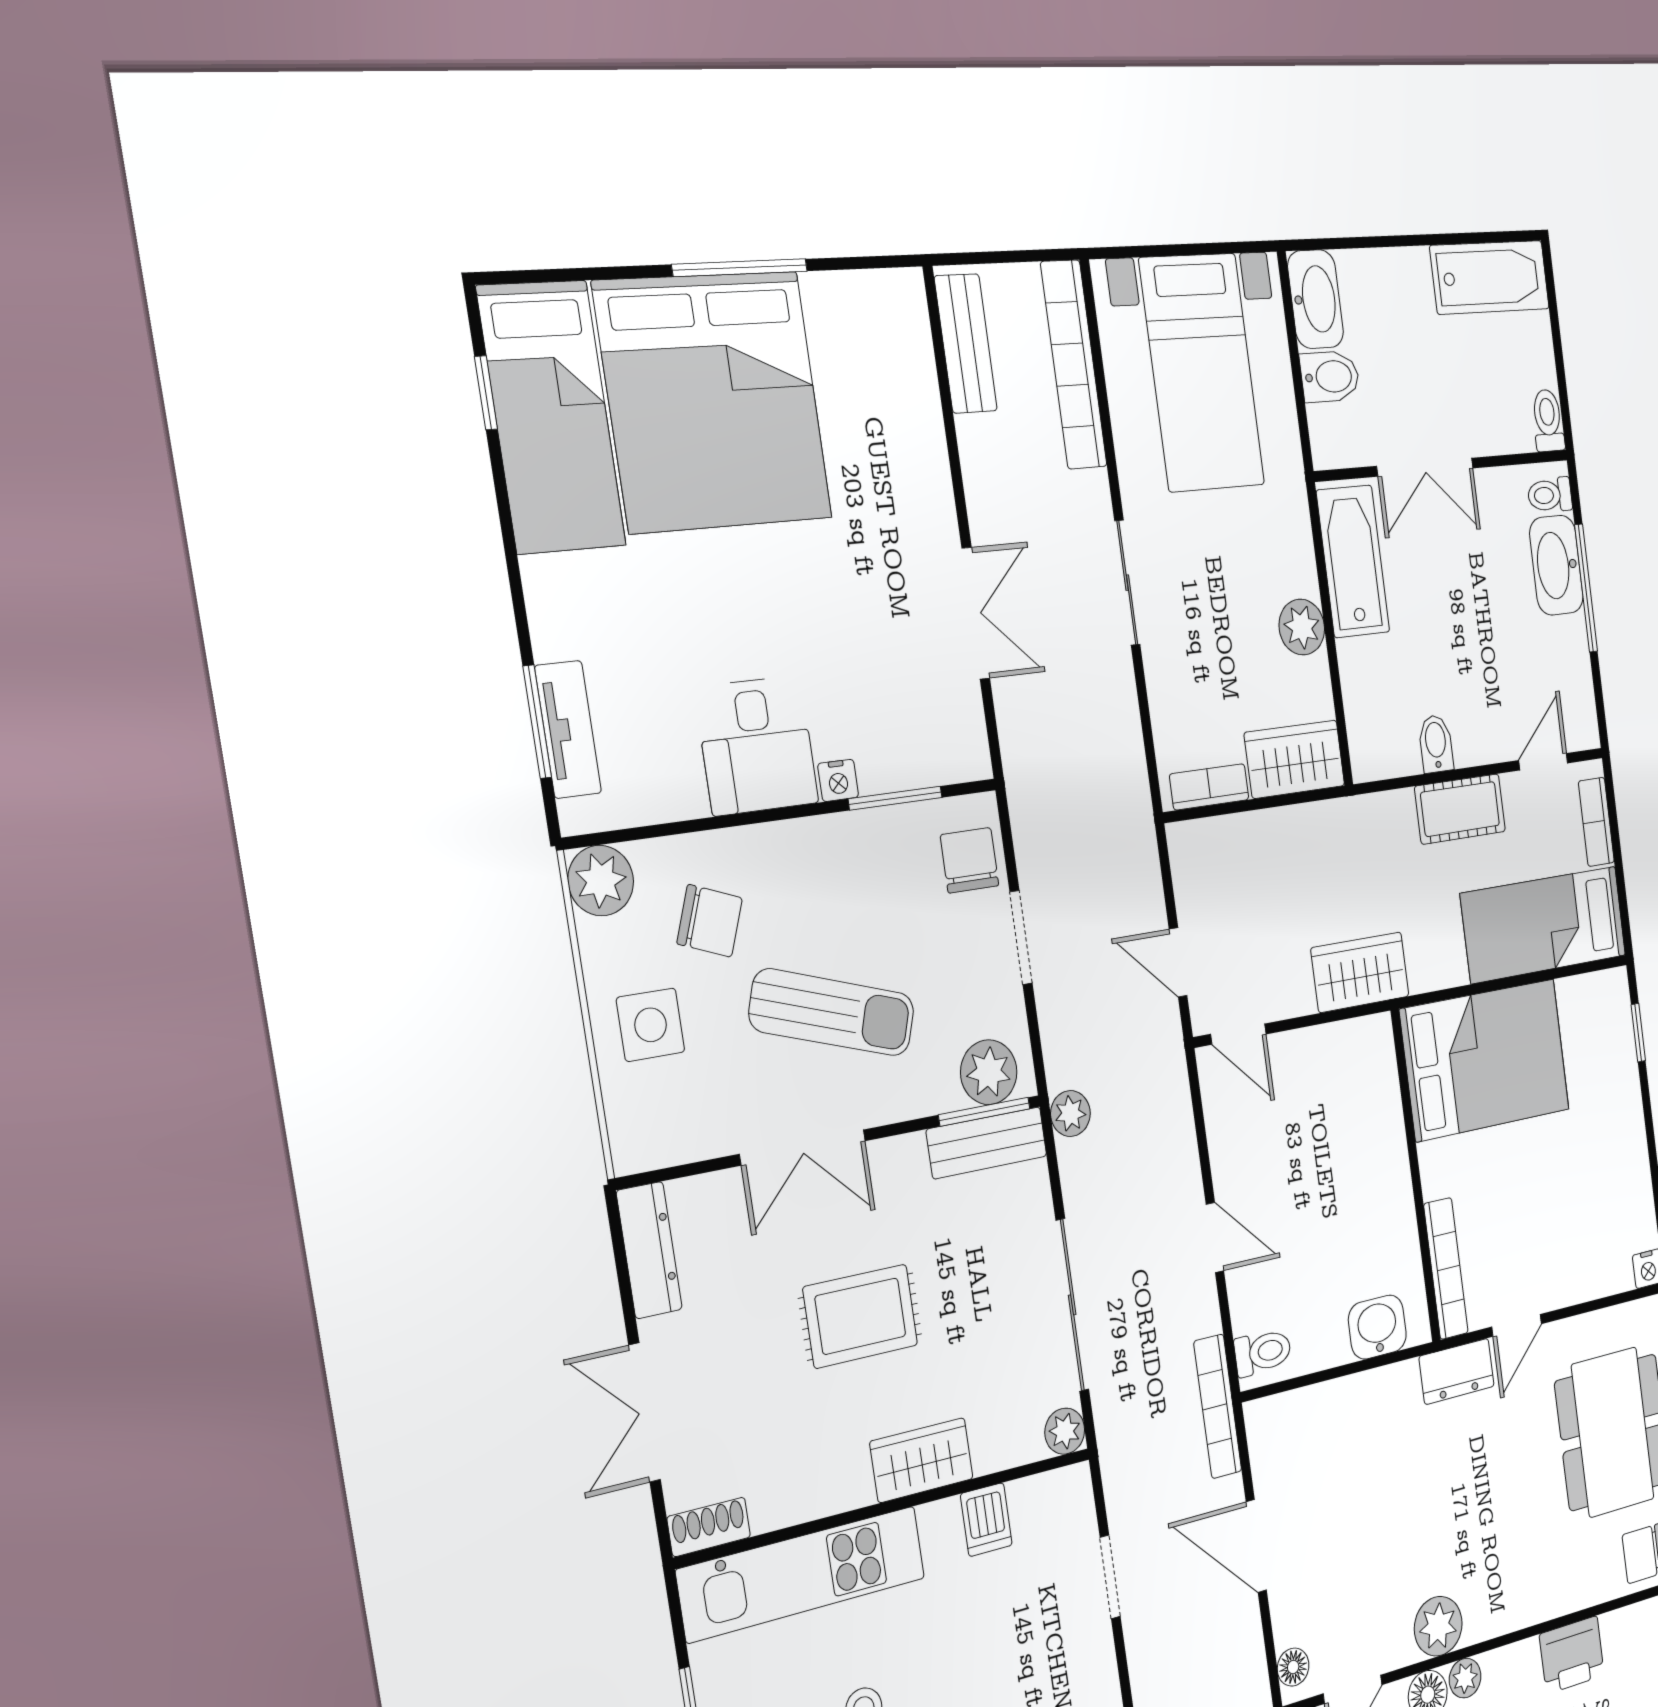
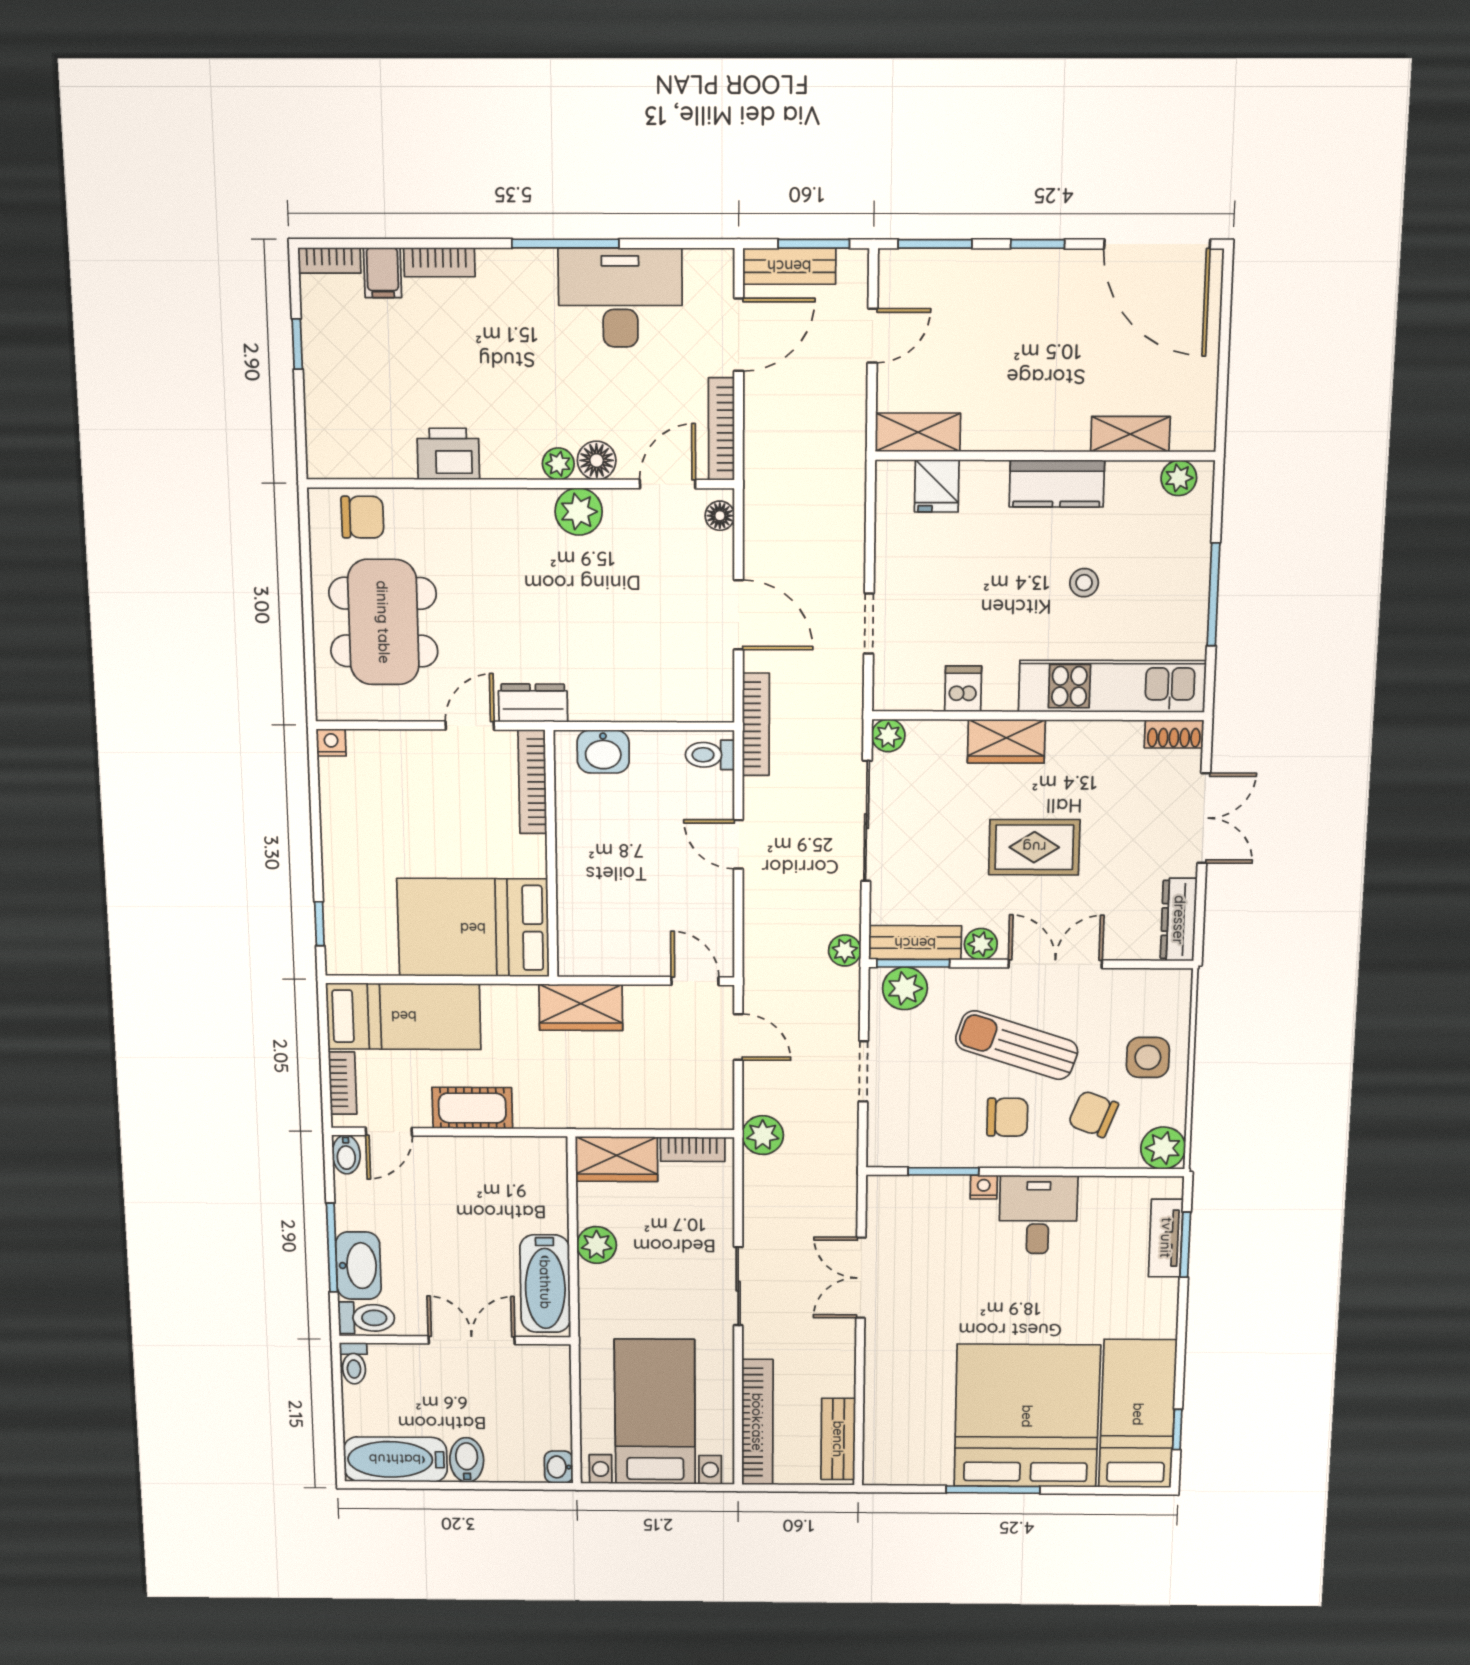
washbasin: (1316, 299) -> (559, 1467), width x0.52, depth x0.69
bidet: (1330, 377) -> (467, 1460), moved, turned 90
toilet: (1550, 495) -> (366, 1318), width x1.37, depth x1.39
bidet: (1436, 744) -> (346, 1154), moved
plant: (1129, 821) -> (763, 1135), added
chair: (970, 860) -> (1007, 1117), moved, turned -90
plant: (904, 1158) -> (981, 944), added

